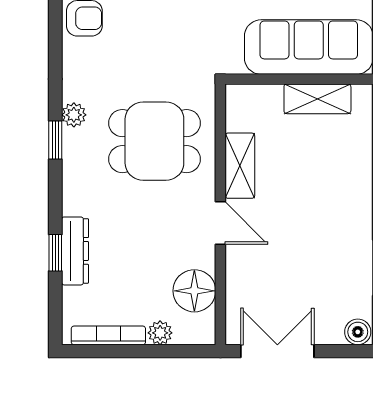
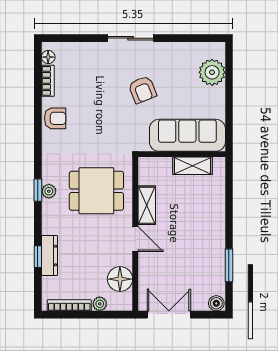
plant: (74, 115) -> (49, 191), moved

